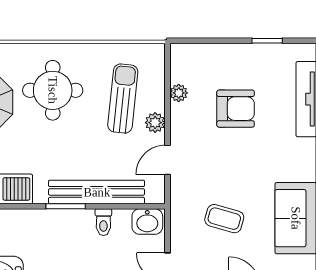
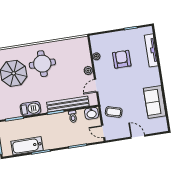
sun lounger: (123, 99) -> (73, 62), removed
armchair: (236, 109) -> (122, 59), turned -90
coffee table: (224, 219) -> (114, 112), moved

